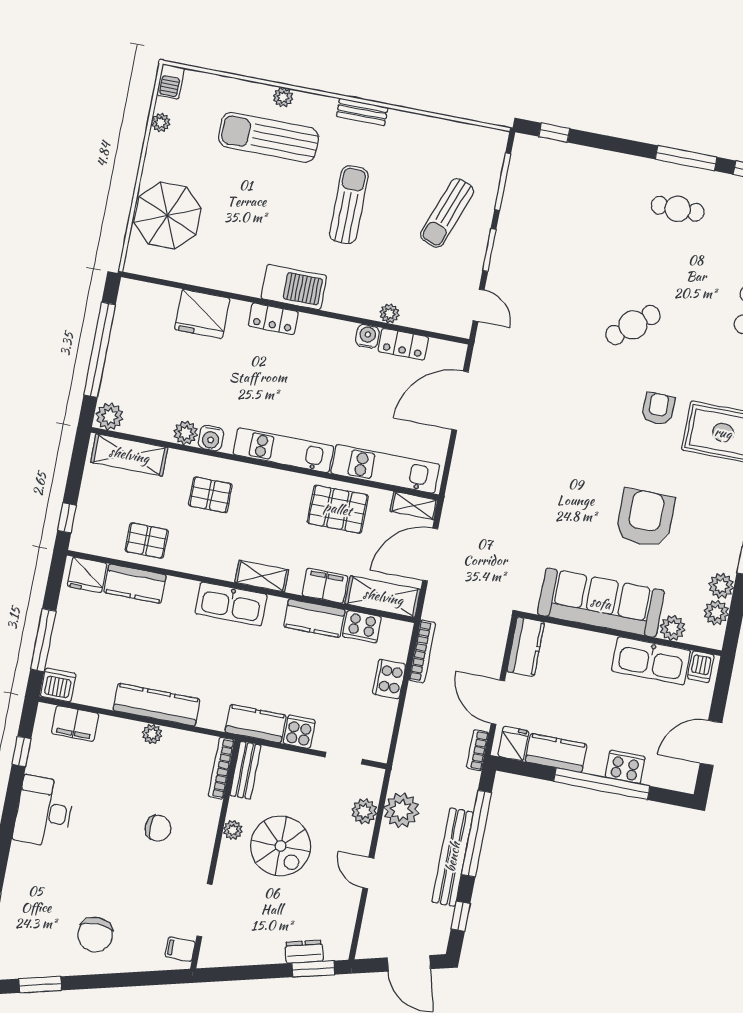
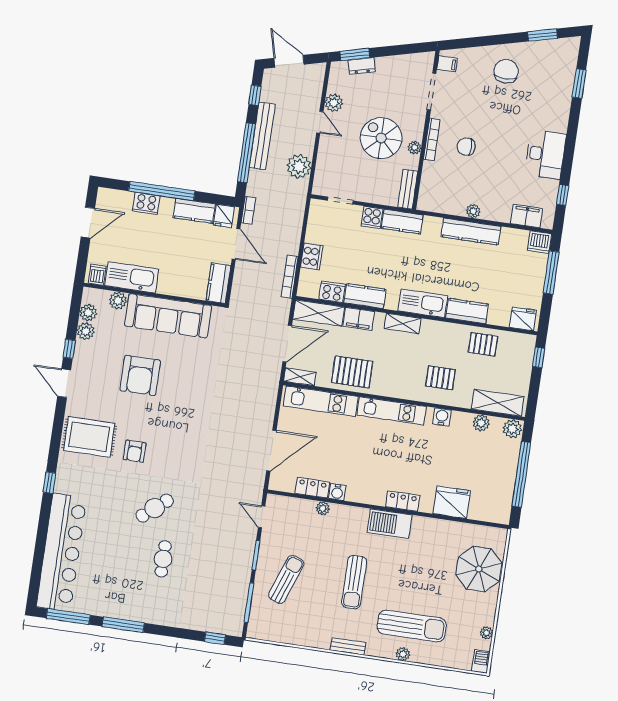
cafe table: (678, 209) -> (163, 559), moved, turned 90
plant: (186, 433) -> (481, 423), moved
kitchen counter: (135, 584) -> (467, 311), moved
bookcase: (221, 768) -> (432, 139), moved
plant: (364, 811) -> (334, 103), moved

